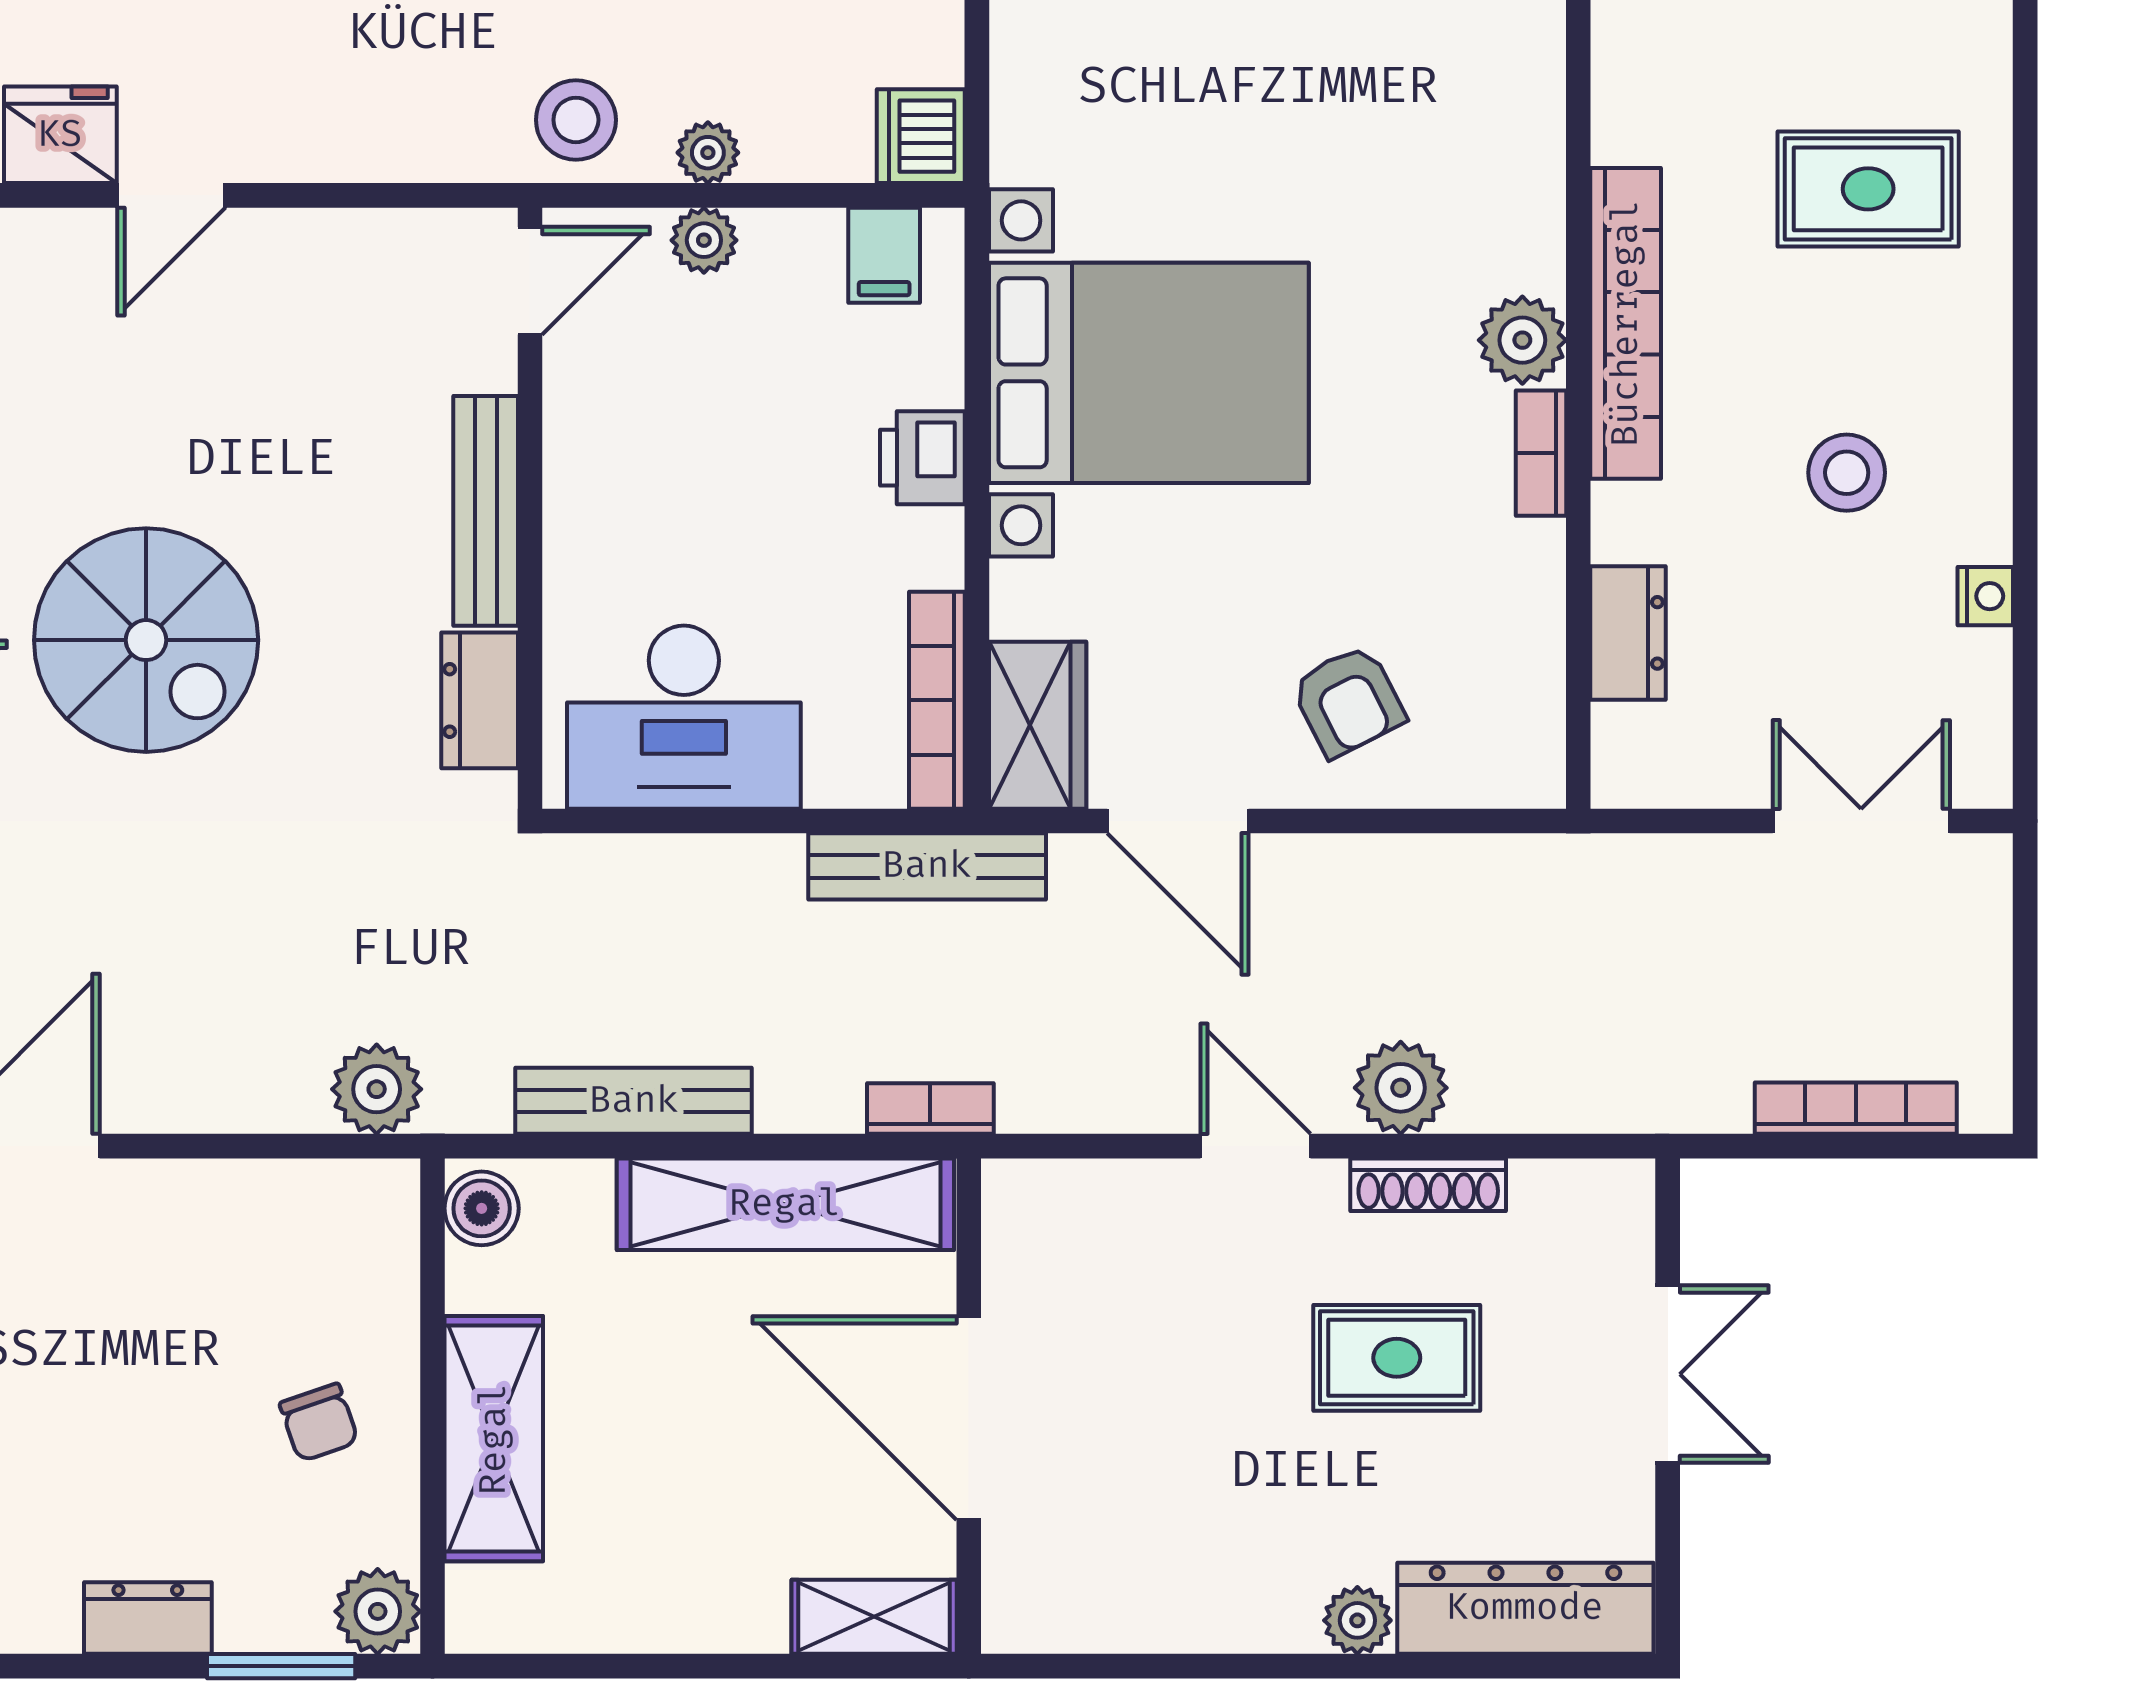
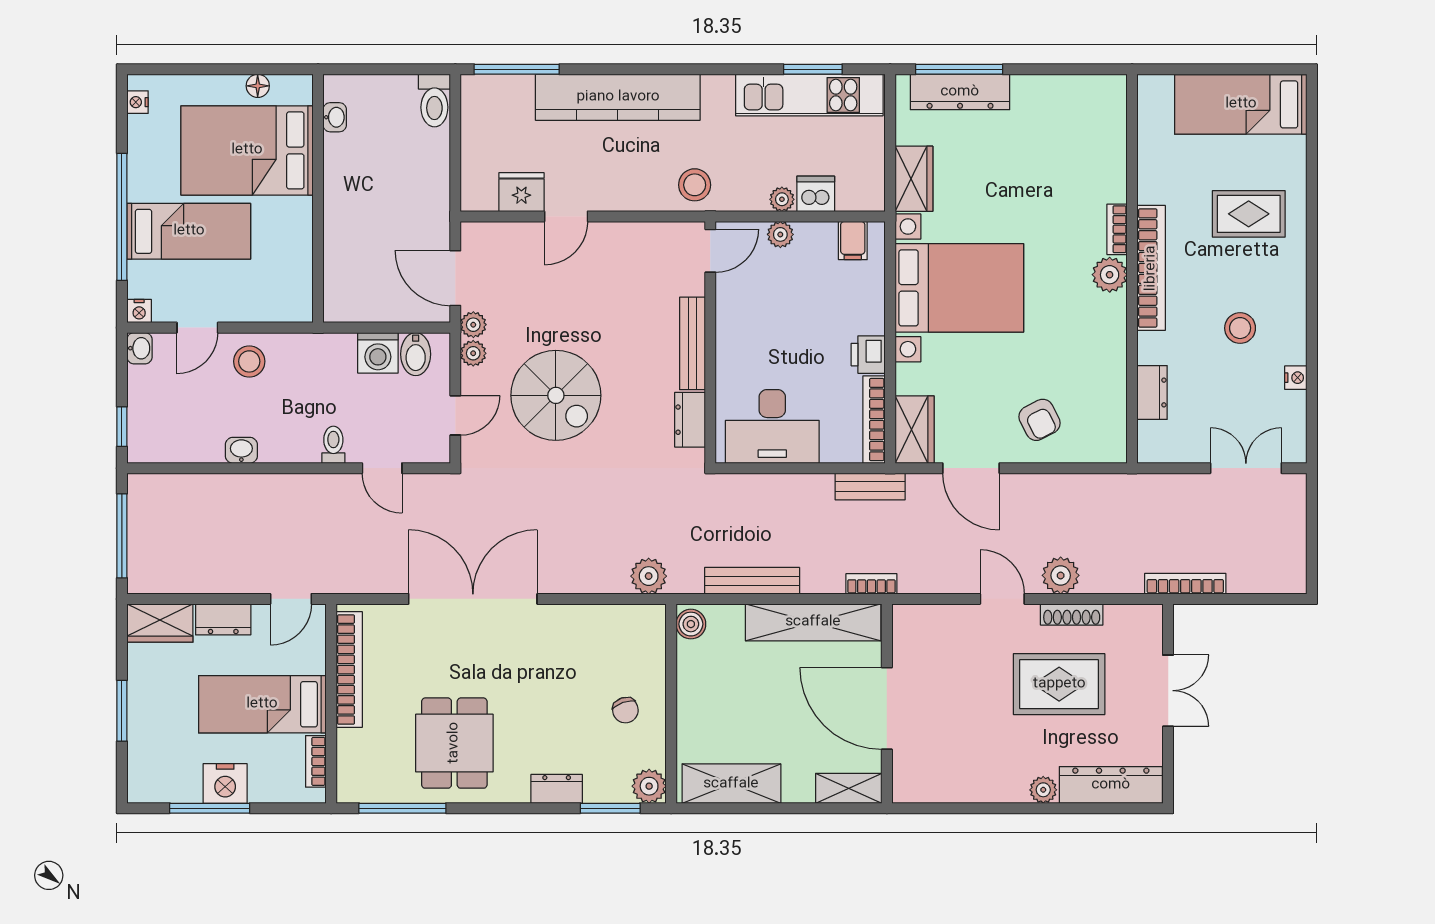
wardrobe: (1036, 102) -> (914, 179), added
stool: (576, 120) -> (695, 185), moved
dishwasher: (921, 136) -> (816, 194), moved, turned 90
bookcase: (1541, 453) -> (1117, 229), moved
printer: (922, 458) -> (868, 355), moved
bench: (927, 866) -> (870, 486), width x0.73
bookcase: (1856, 1108) -> (1185, 584), moved
rug: (1397, 1358) -> (1059, 684), width x1.36, depth x1.43
shelving: (494, 1439) -> (731, 784), moved, turned 90

